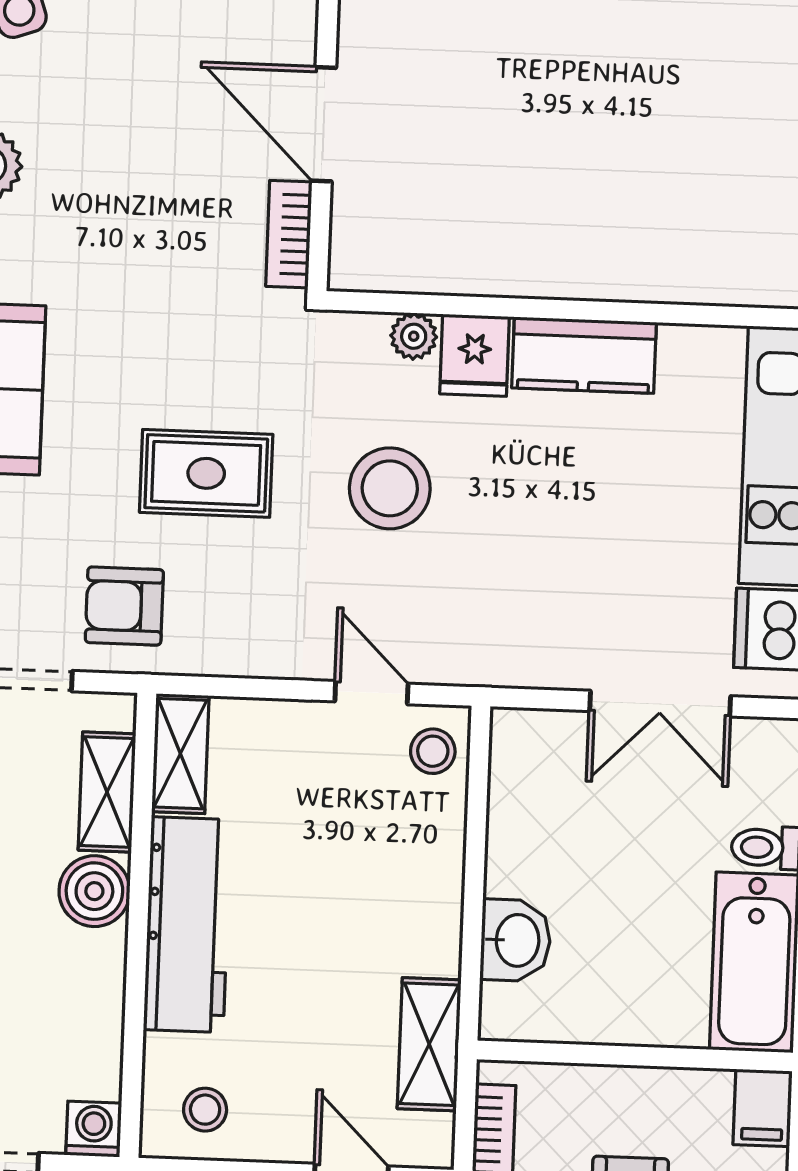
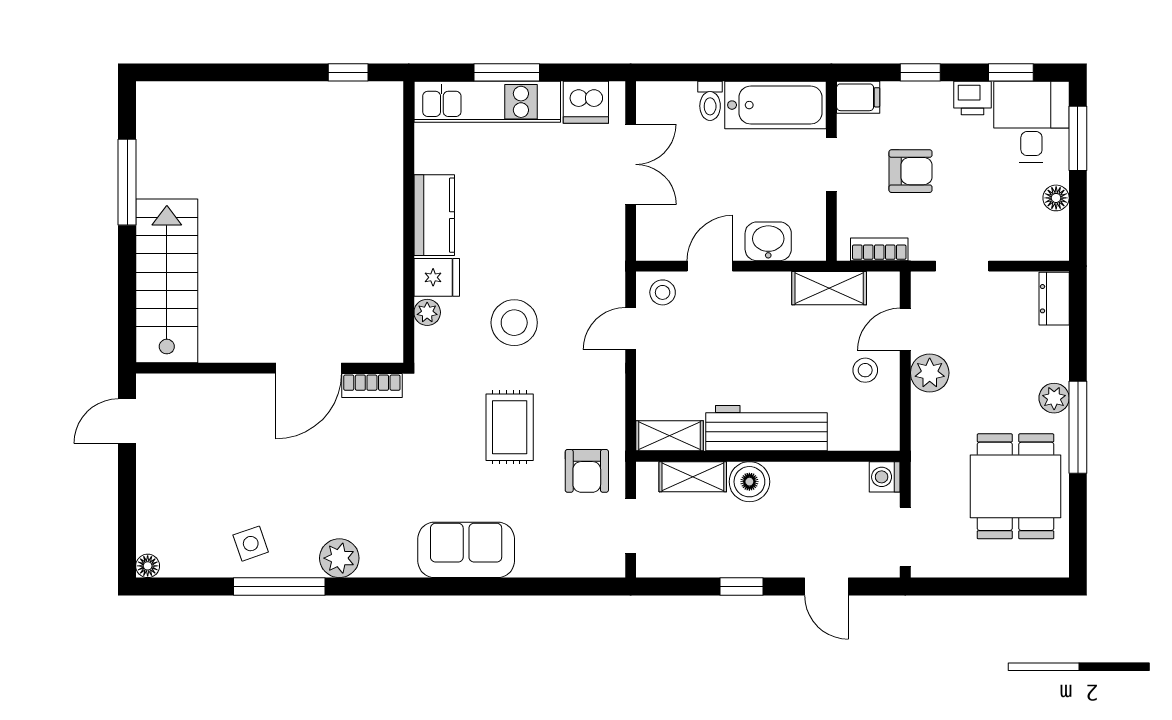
door: (476, 836) -> (710, 266), added
doorway: (647, 1056) -> (831, 164), added
stool: (205, 1110) -> (865, 370), moved

